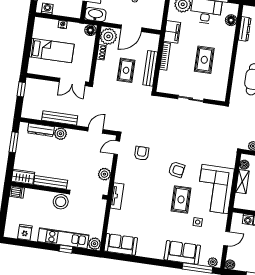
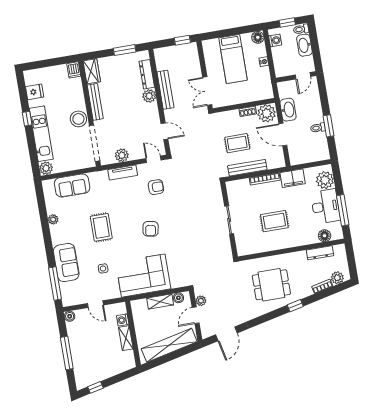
washbasin: (95, 15) -> (288, 110), moved
floor lamp: (90, 30) -> (258, 37), moved
tv unit: (117, 196) -> (123, 172), moved
rug: (181, 199) -> (101, 227), moved, turned 90
sofa: (121, 244) -> (72, 185), moved, turned 90
window: (66, 249) -> (27, 119), moved
plant: (213, 262) -> (53, 219), moved

